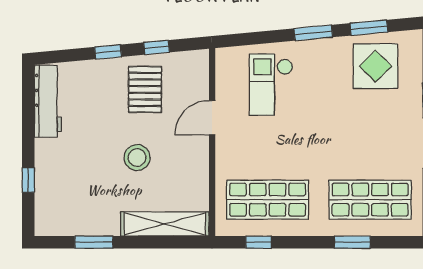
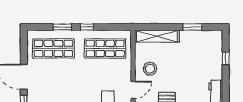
stool: (137, 158) -> (150, 69), moved
window: (259, 242) -> (87, 27), moved

